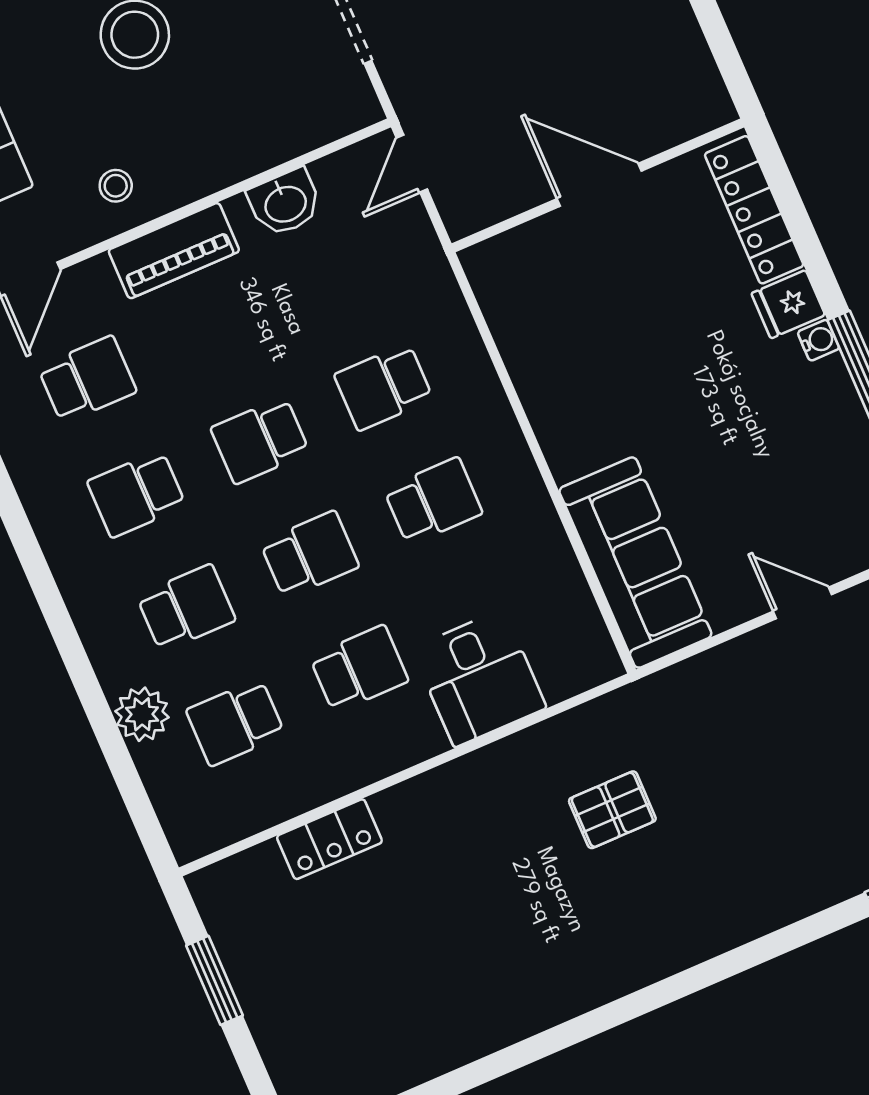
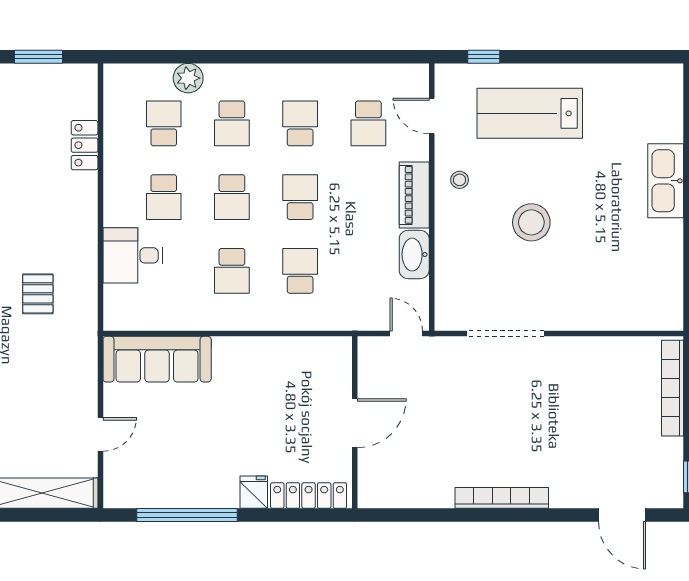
washbasin: (285, 203) -> (414, 255), width x1.38
water cooler: (818, 340) -> (229, 500), removed

